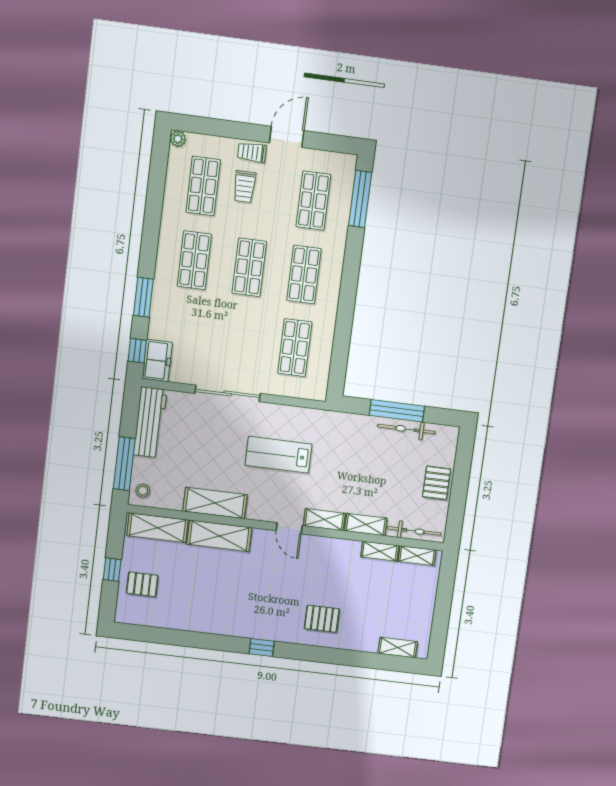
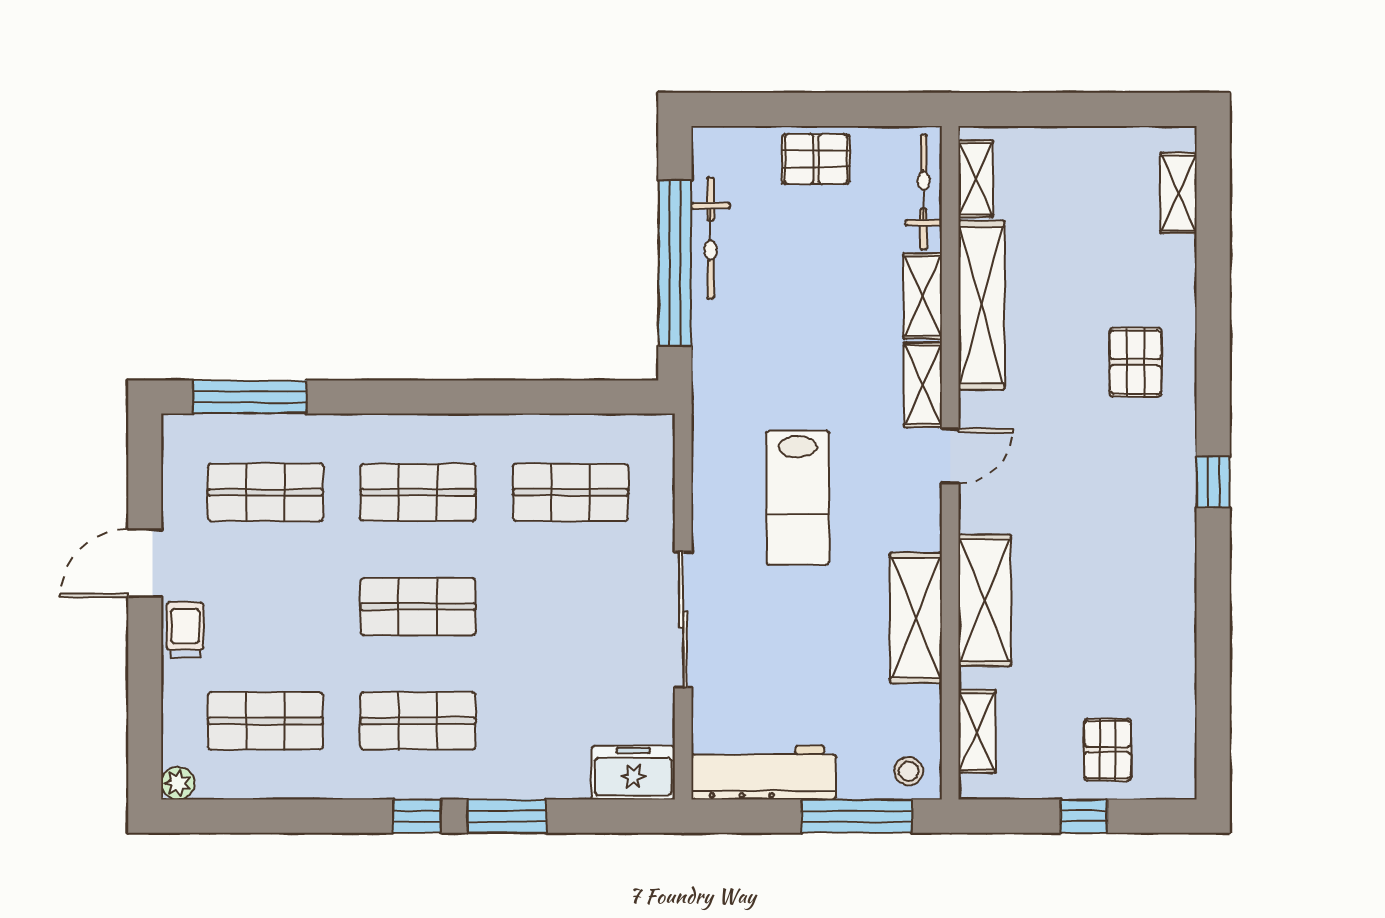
door: (287, 137) -> (145, 563), hinge flipped
trolley: (252, 152) -> (185, 630), turned 180
trolley: (244, 187) -> (256, 637), removed
window: (137, 351) -> (417, 816), moved
window: (397, 411) -> (675, 263), width x1.46
shelving: (158, 528) -> (977, 731), width x0.67, depth x0.75
shelving: (380, 551) -> (981, 305), width x2.20, depth x1.33

